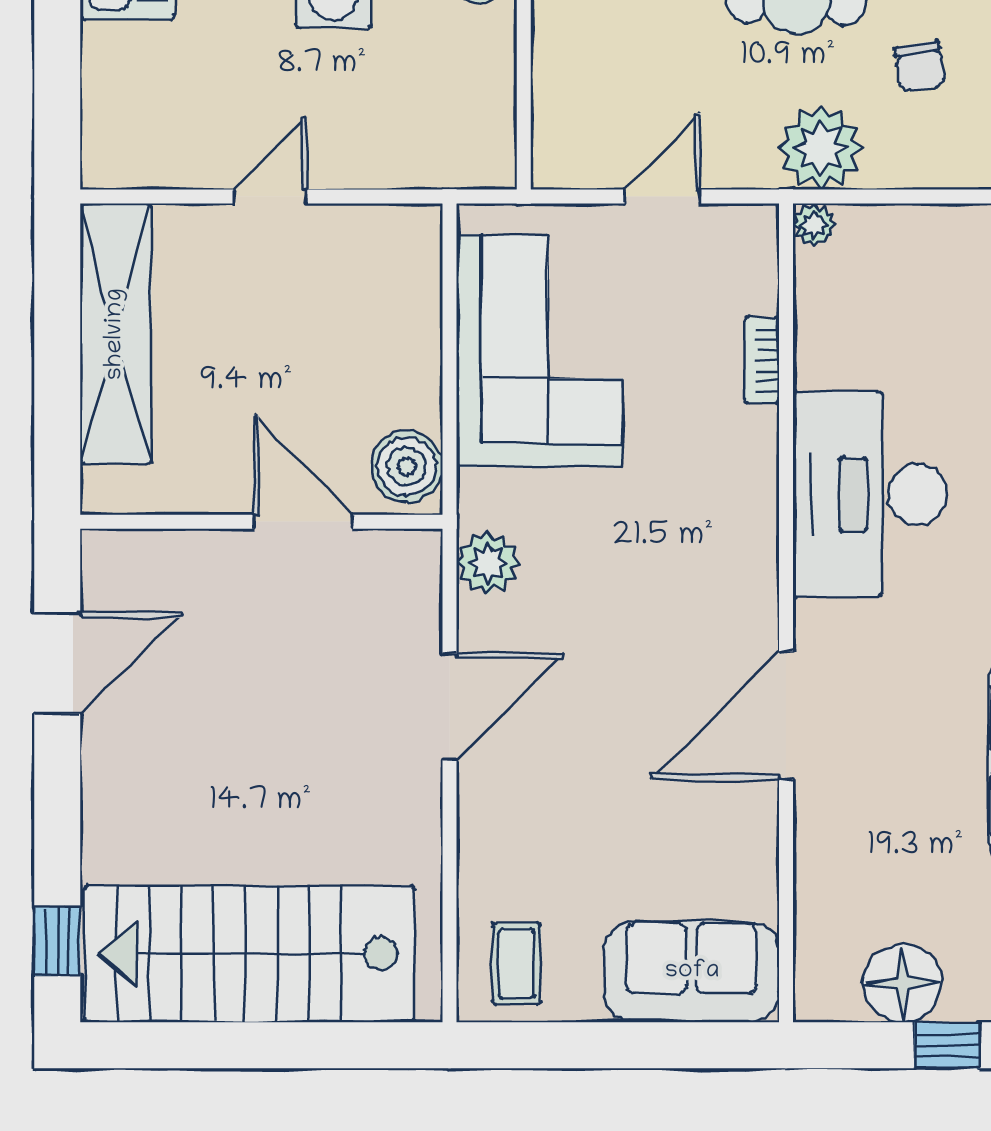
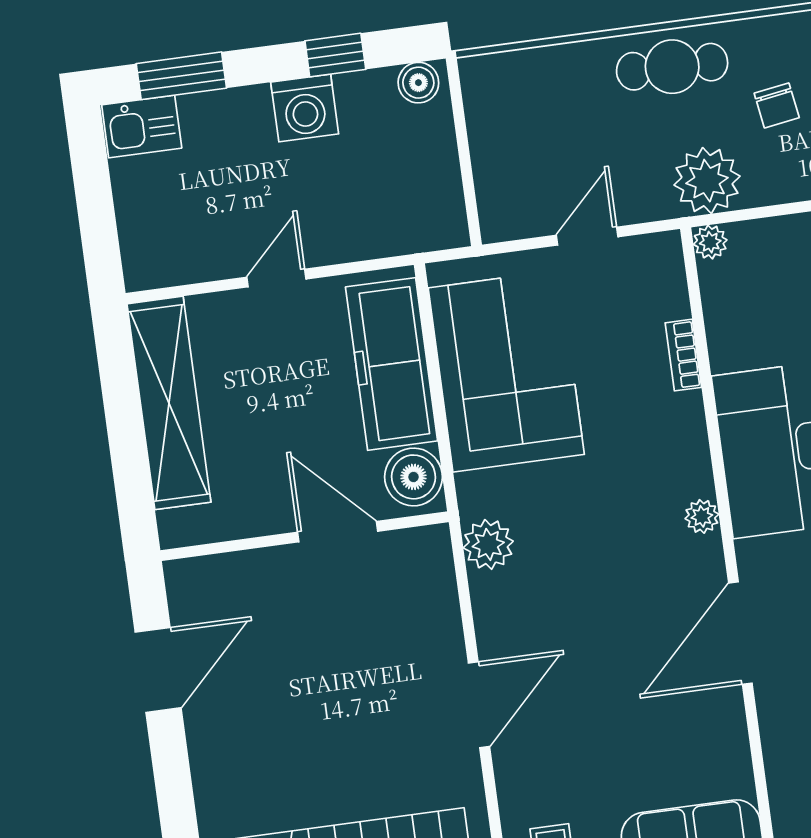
freezer: (398, 323) -> (392, 364), added
plant: (758, 564) -> (702, 516), added
door: (450, 707) -> (479, 705), moved

